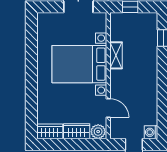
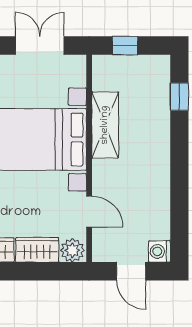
shelving: (116, 55) -> (105, 125), width x1.50, depth x1.33

